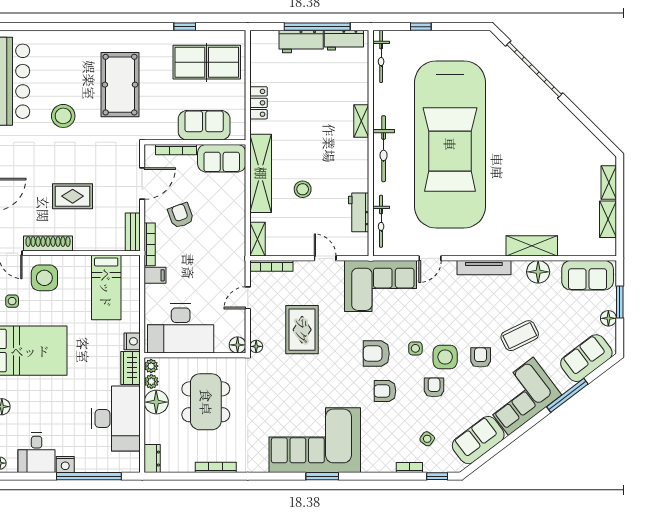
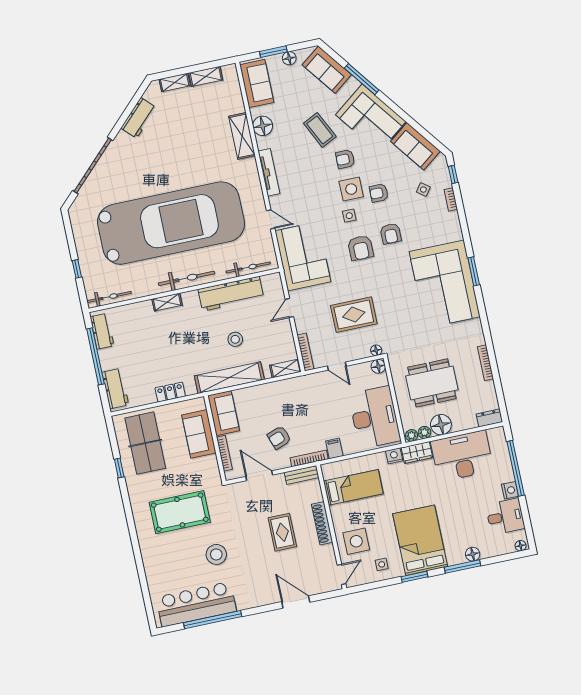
workbench: (301, 41) -> (115, 389), moved
workbench: (577, 133) -> (139, 118), added
workbench: (359, 212) -> (231, 294), width x1.88, depth x1.32
shoe rack: (48, 244) -> (322, 523), moved

